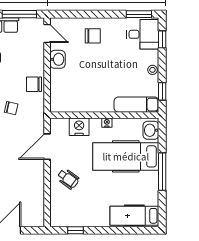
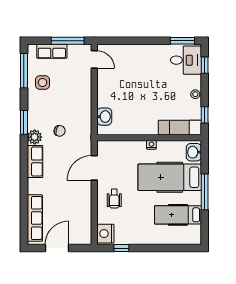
chair: (93, 36) -> (138, 62), removed
washbasin: (58, 59) -> (104, 117), moved
chair: (34, 84) -> (82, 108), removed
nightstand: (79, 127) -> (105, 234), moved, turned -90
wheelchair: (68, 179) -> (114, 199), turned 54
hospital bed: (134, 216) -> (178, 215), moved

